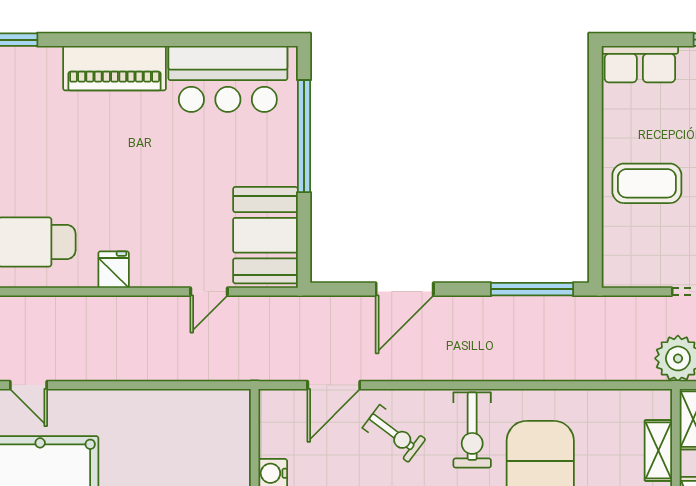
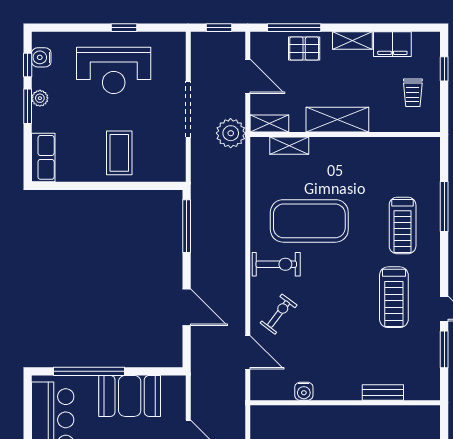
booth: (265, 235) -> (130, 396), moved

